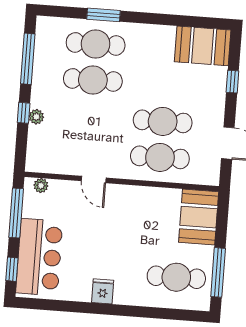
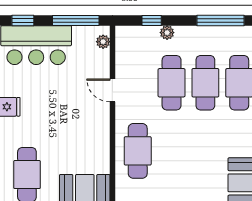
window: (24, 113) -> (152, 20), moved
cafe table: (163, 121) -> (172, 83), moved
door: (94, 179) -> (113, 90), hinge flipped

